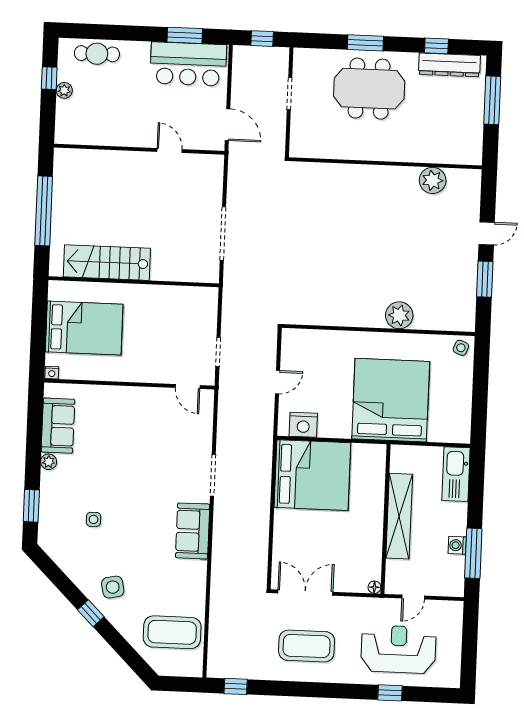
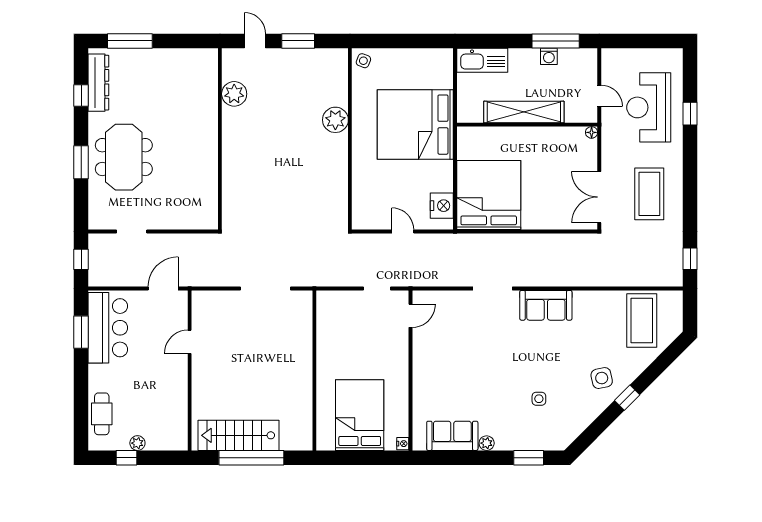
wall: (385, 163) -> (220, 139), moved
plant: (433, 180) -> (234, 94), moved
stairs: (107, 263) -> (239, 435), moved, turned 90

